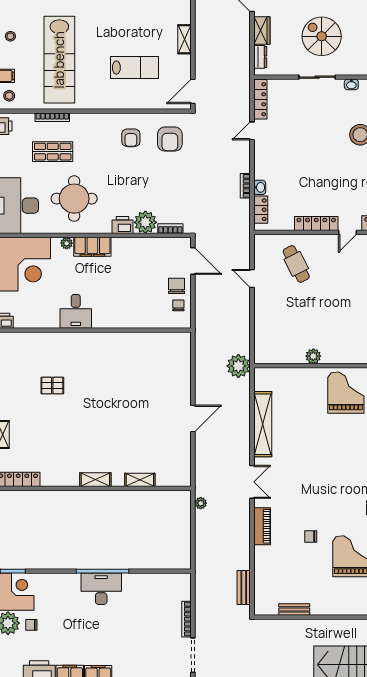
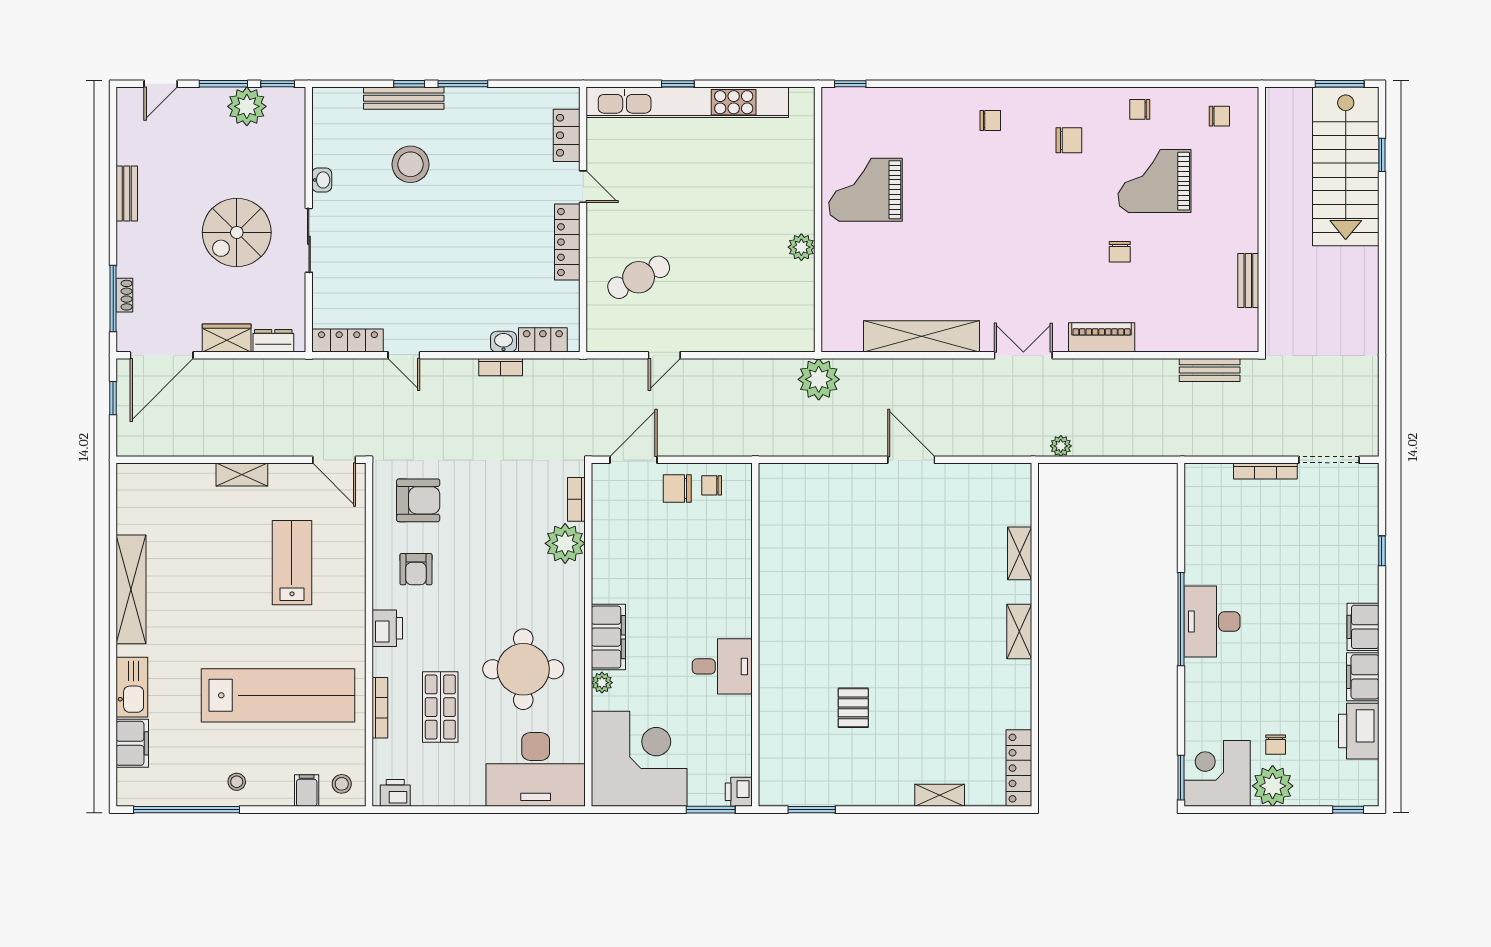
armchair: (131, 138) -> (416, 569), turned 90
printer: (122, 225) -> (387, 628), moved, turned 180

